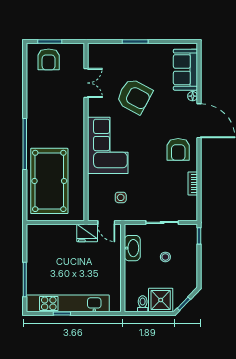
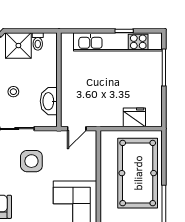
side table: (121, 197) -> (31, 161), moved, width x1.87, depth x1.87
door: (106, 222) -> (77, 129), swing flipped
fridge: (87, 233) -> (134, 117), moved

